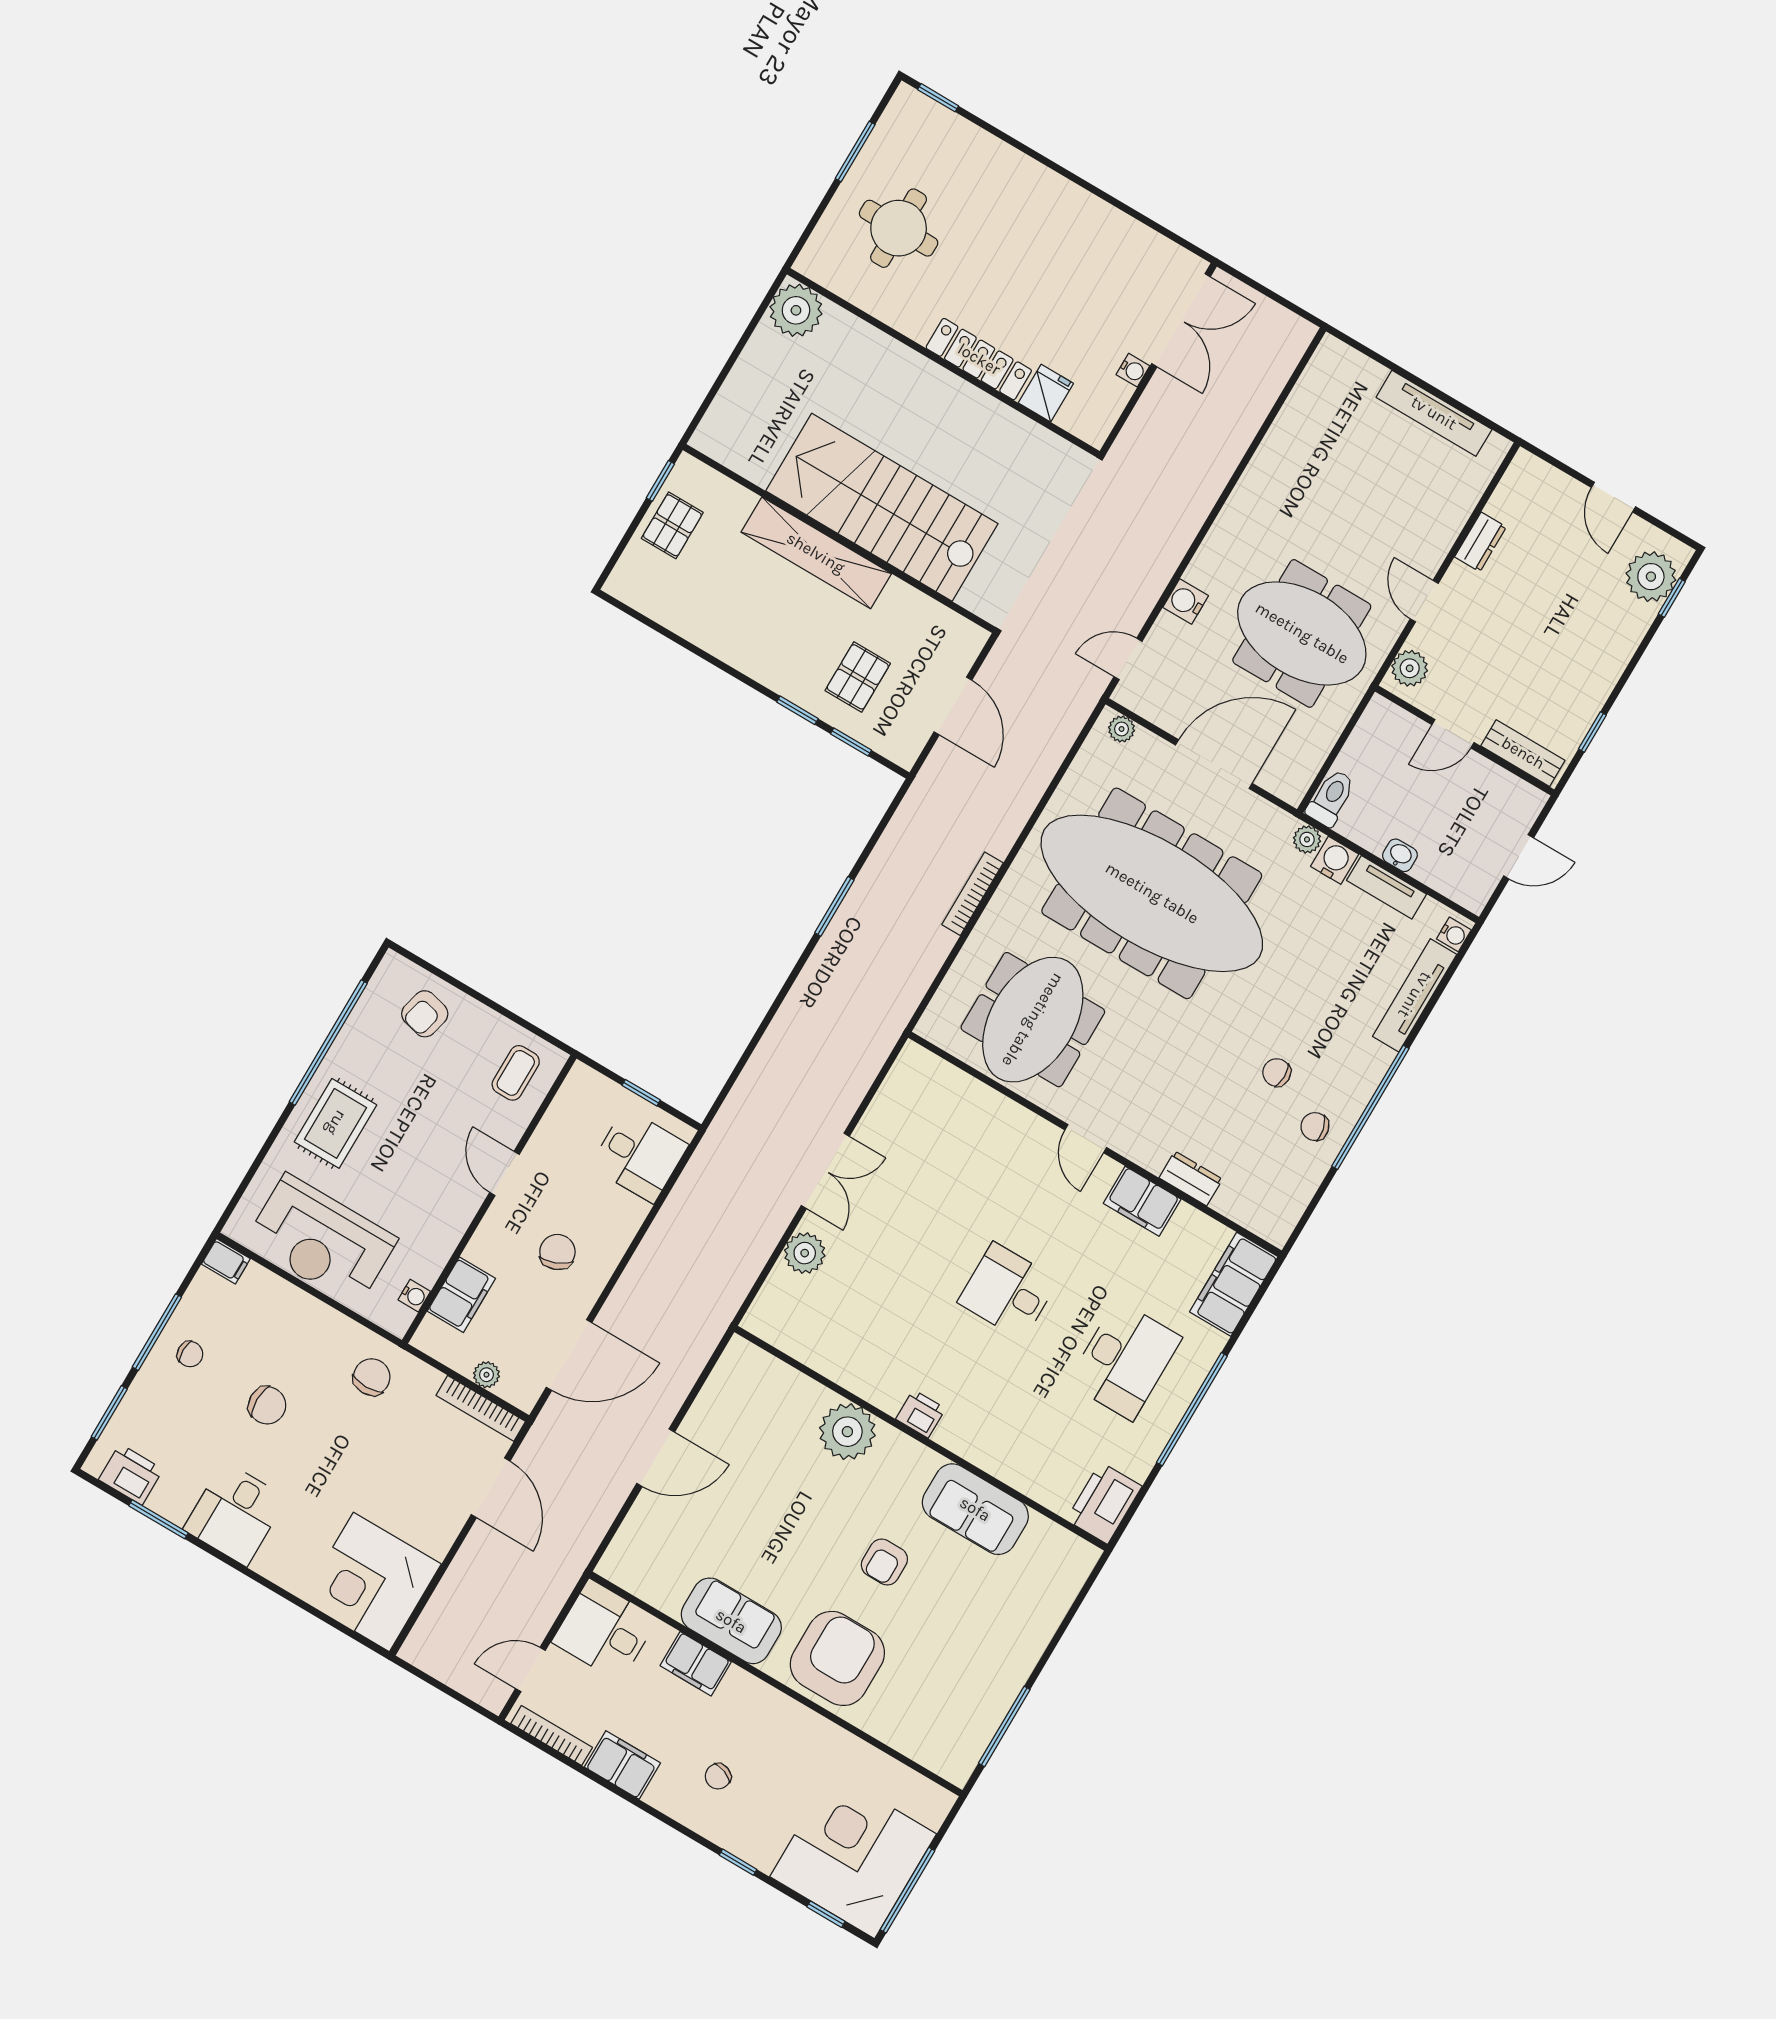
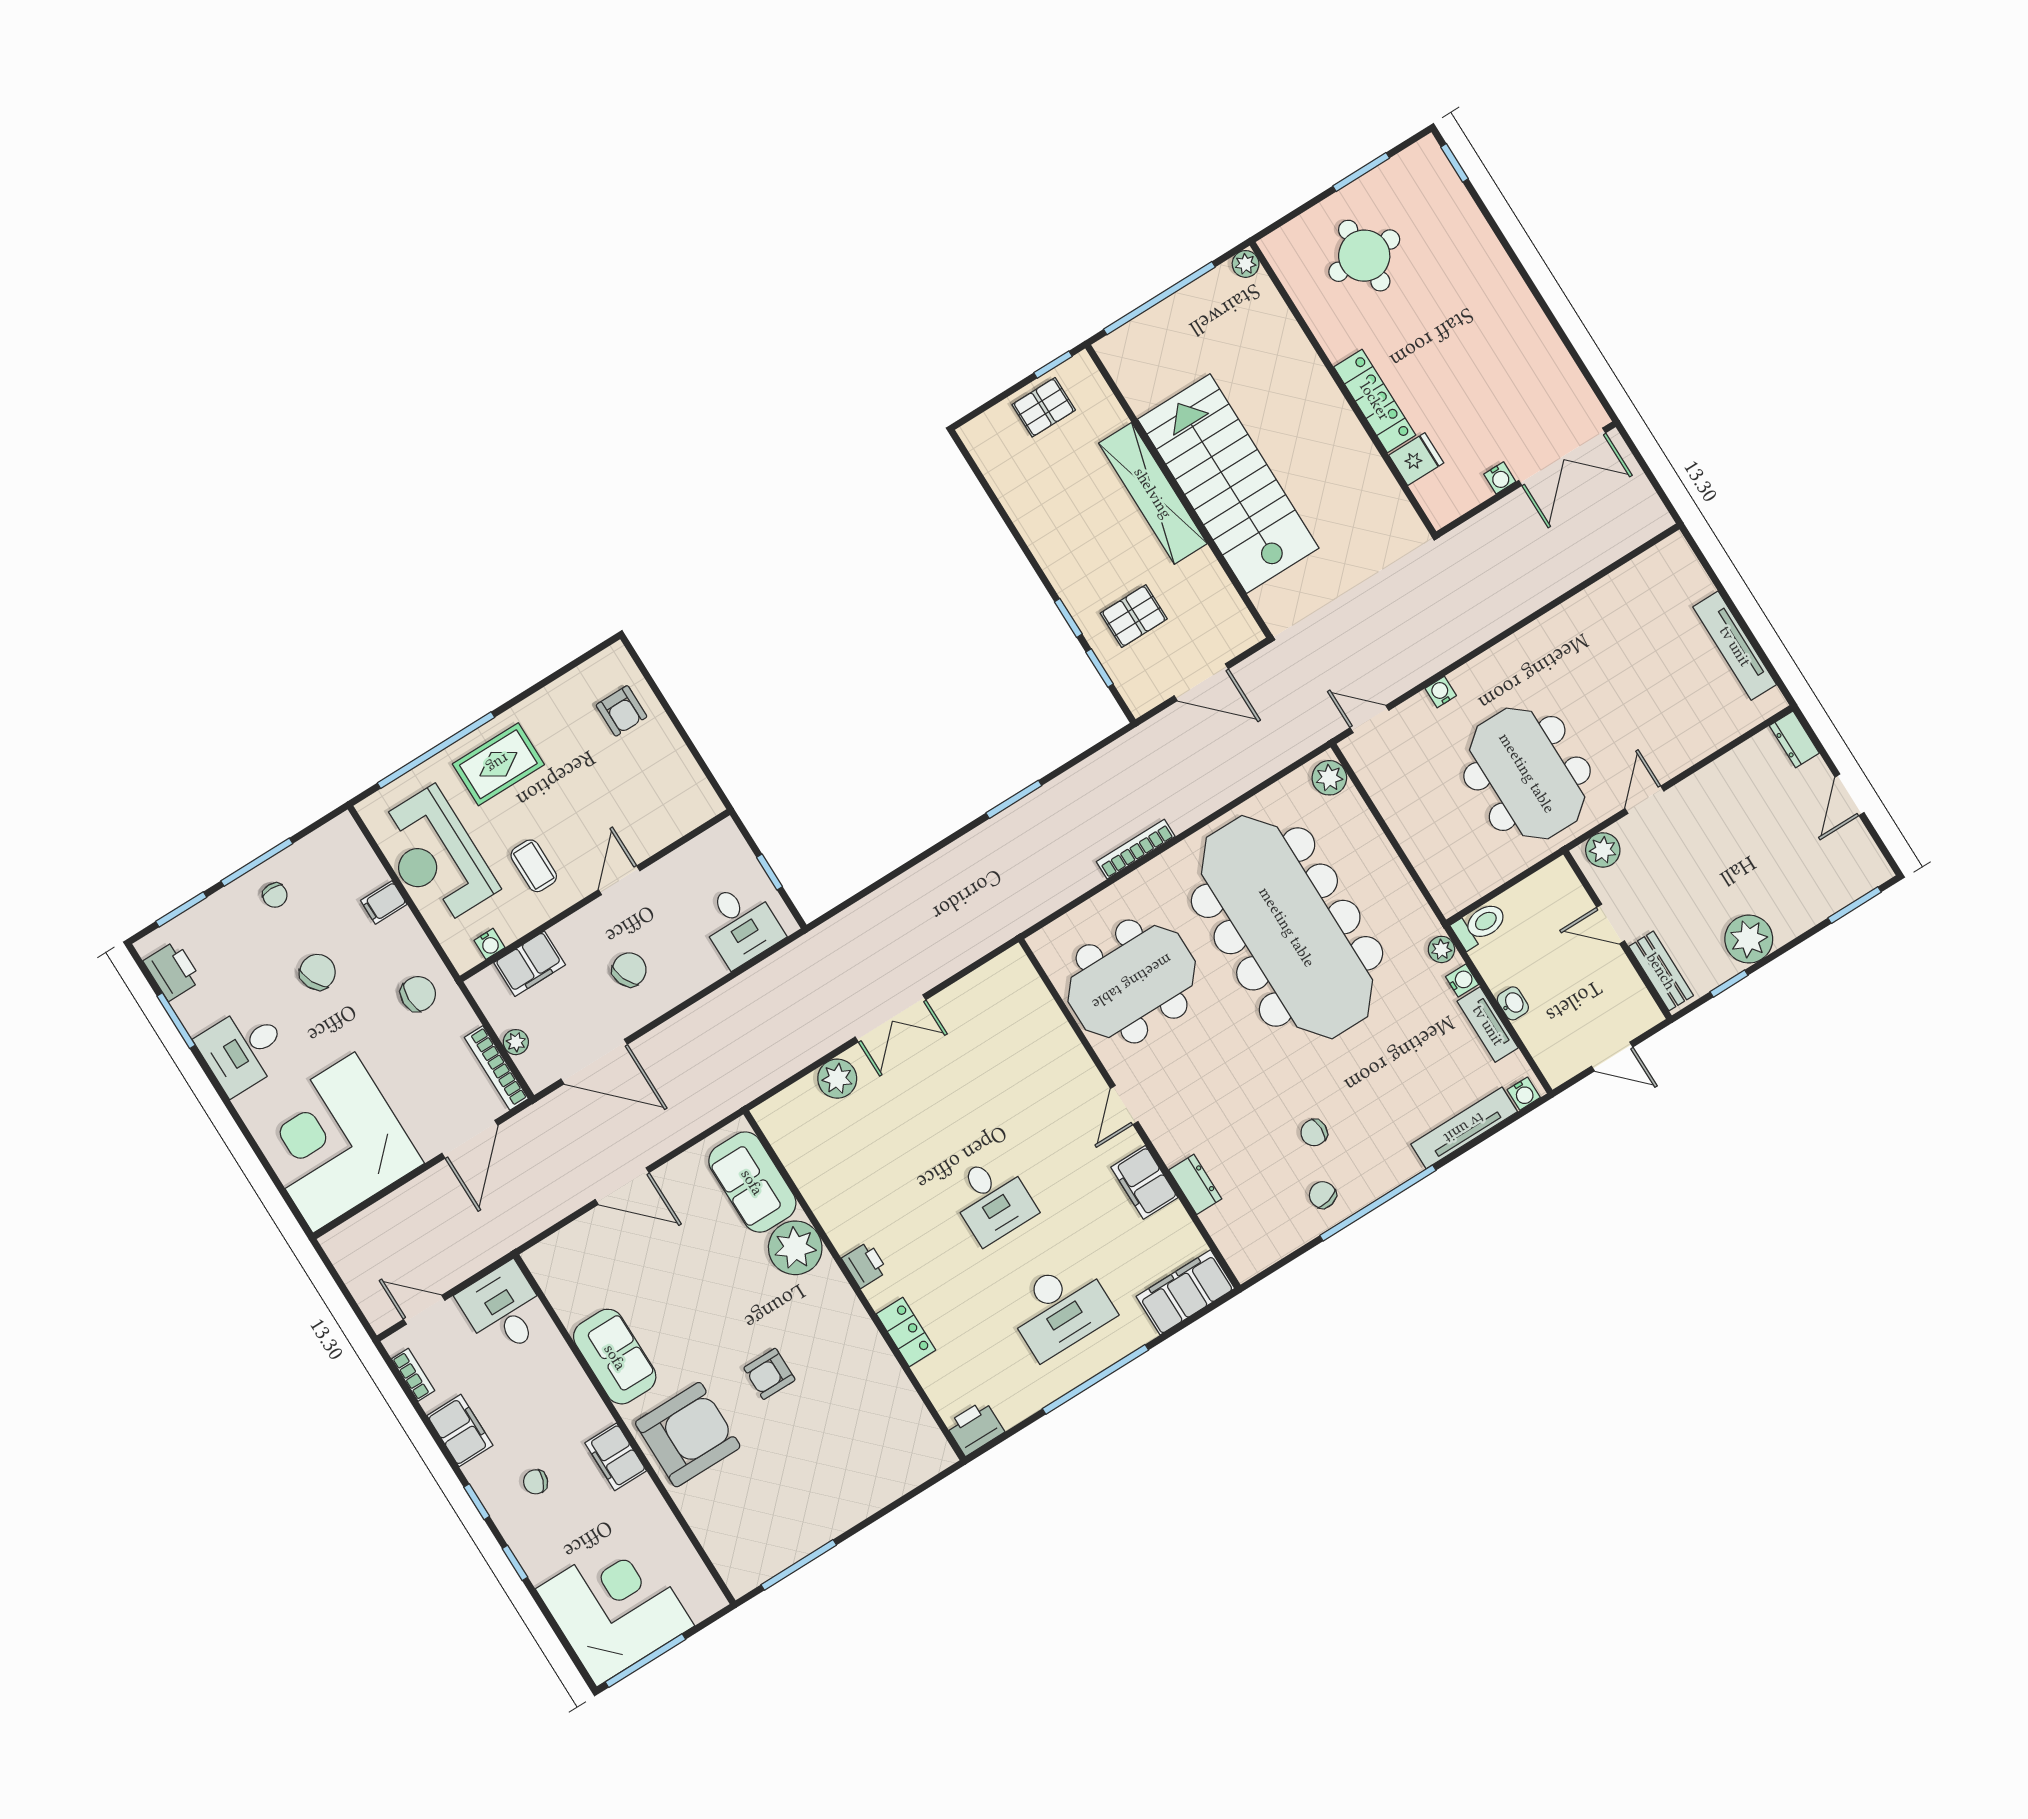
plant: (796, 310) -> (1246, 264), width x0.53, depth x0.53
window: (728, 367) -> (1159, 298), added
dresser: (1480, 542) -> (1794, 739), moved, turned 90
plant: (1651, 577) -> (1749, 939), moved
window: (1672, 598) -> (1855, 905), width x1.50
water cooler: (1186, 601) -> (1441, 692), width x0.72, depth x0.72
door: (953, 706) -> (1201, 682), hinge flipped
plant: (1122, 729) -> (1329, 778), width x1.38, depth x1.38
door: (1214, 764) -> (1396, 845), removed
water cooler: (1335, 860) -> (1462, 980), width x0.72, depth x0.72
armchair: (425, 1014) -> (622, 711), turned -104
window: (328, 1043) -> (436, 750), moved
chair: (1277, 1072) -> (1314, 1133), turned -90
coffee table: (516, 1073) -> (534, 866), moved, turned 90
filing cabinet: (226, 1261) -> (384, 902), moved, turned 90
desk: (1008, 1291) -> (992, 1200), turned 180
chair: (267, 1405) -> (318, 972), turned -116
locker: (992, 1457) -> (906, 1332), added
printer: (1104, 1503) -> (975, 1428), width x0.73, depth x0.84
sofa: (975, 1509) -> (752, 1182), moved
corner desk: (371, 1582) -> (334, 1142), width x1.36, depth x1.36
filing cabinet: (696, 1664) -> (616, 1457), moved
bookcase: (552, 1736) -> (413, 1375), width x0.64
window: (826, 1914) -> (477, 1502), moved

